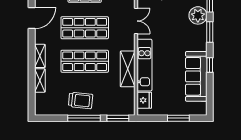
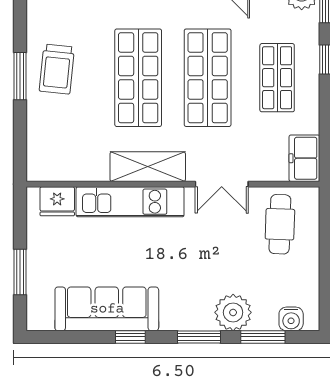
shelving: (128, 69) -> (148, 167), moved
window: (84, 118) -> (20, 76), width x0.69
window: (118, 118) -> (20, 147), removed

